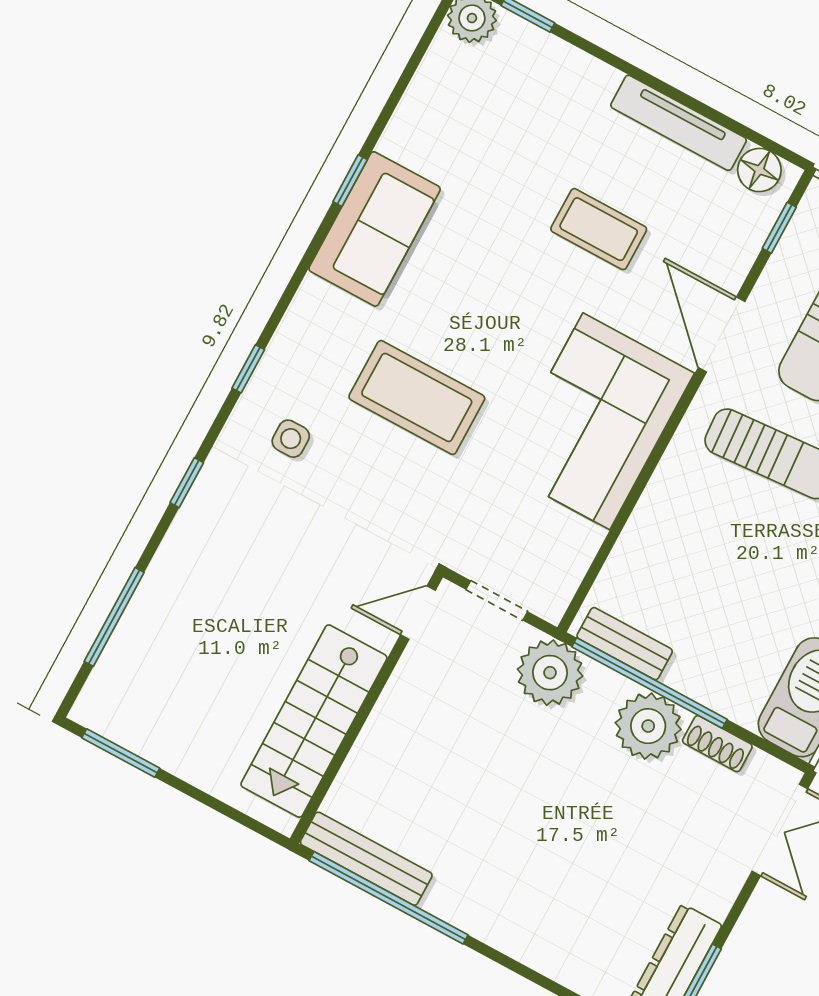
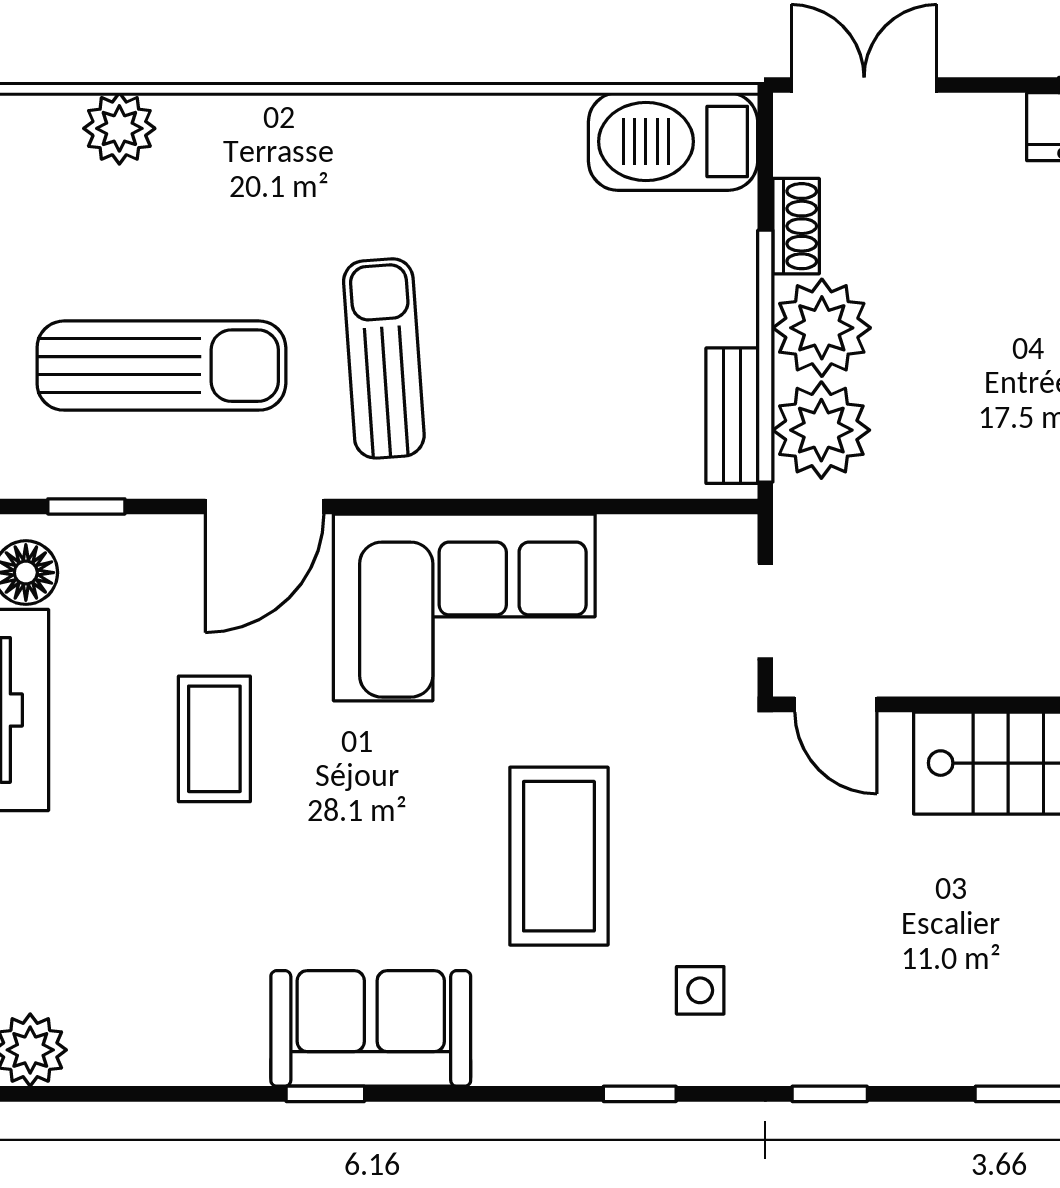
plant: (550, 673) -> (821, 430), moved

